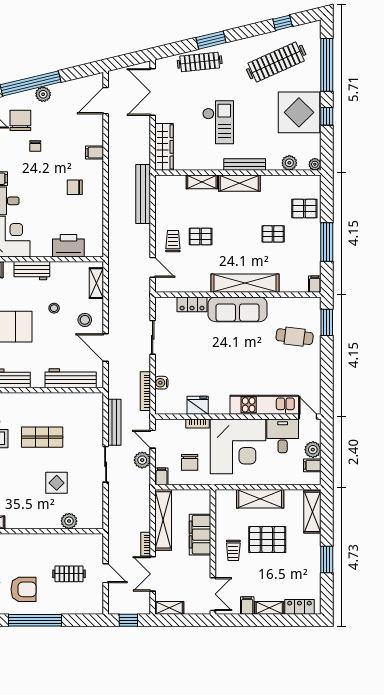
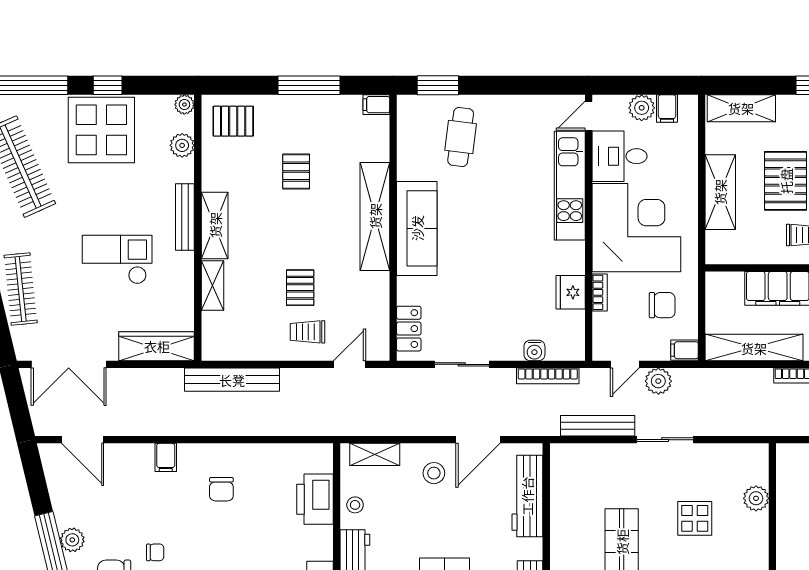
pallet: (304, 209) -> (233, 121), moved, turned 90
locker: (192, 304) -> (409, 329), moved
stool: (54, 308) -> (355, 505), moved

